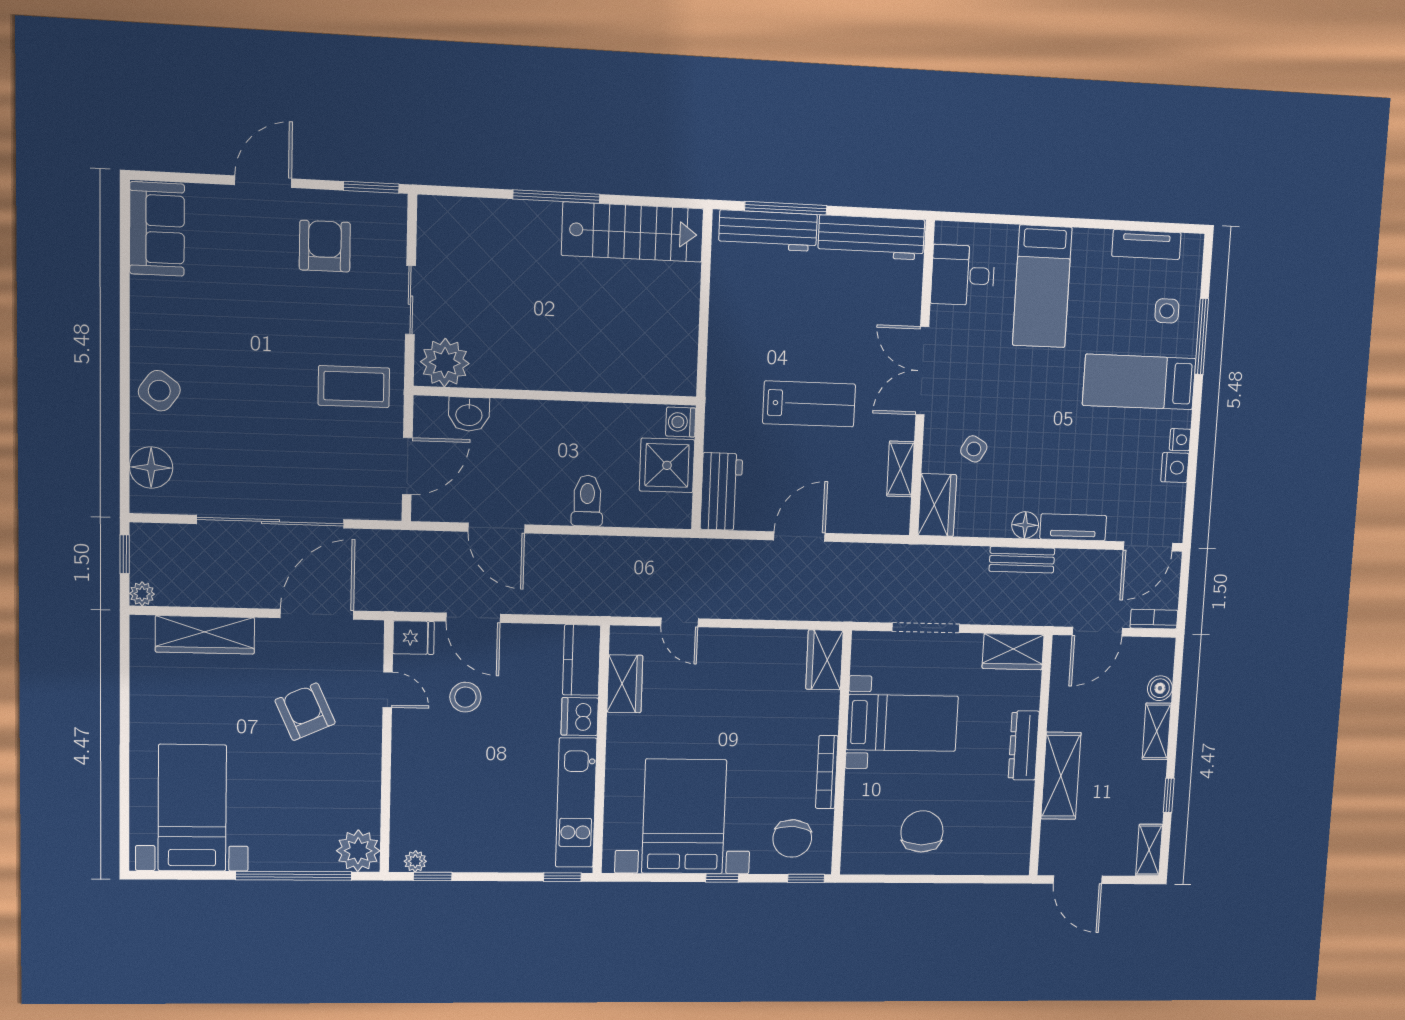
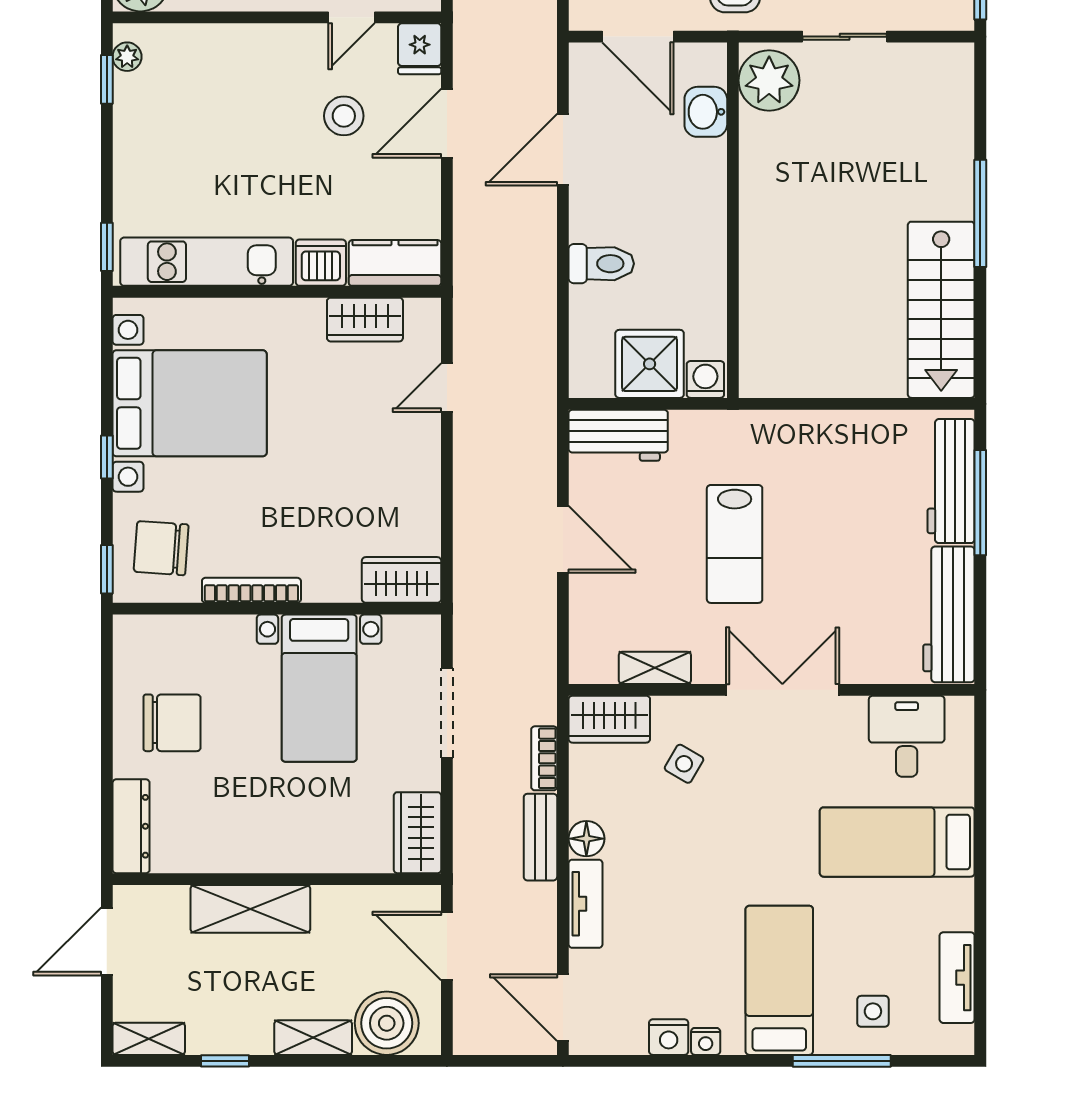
bookcase: (1154, 619) -> (544, 758), moved, turned 180
boiler: (1160, 688) -> (387, 1023), width x1.86, depth x1.86
dresser: (1024, 745) -> (131, 826), moved, turned 90

